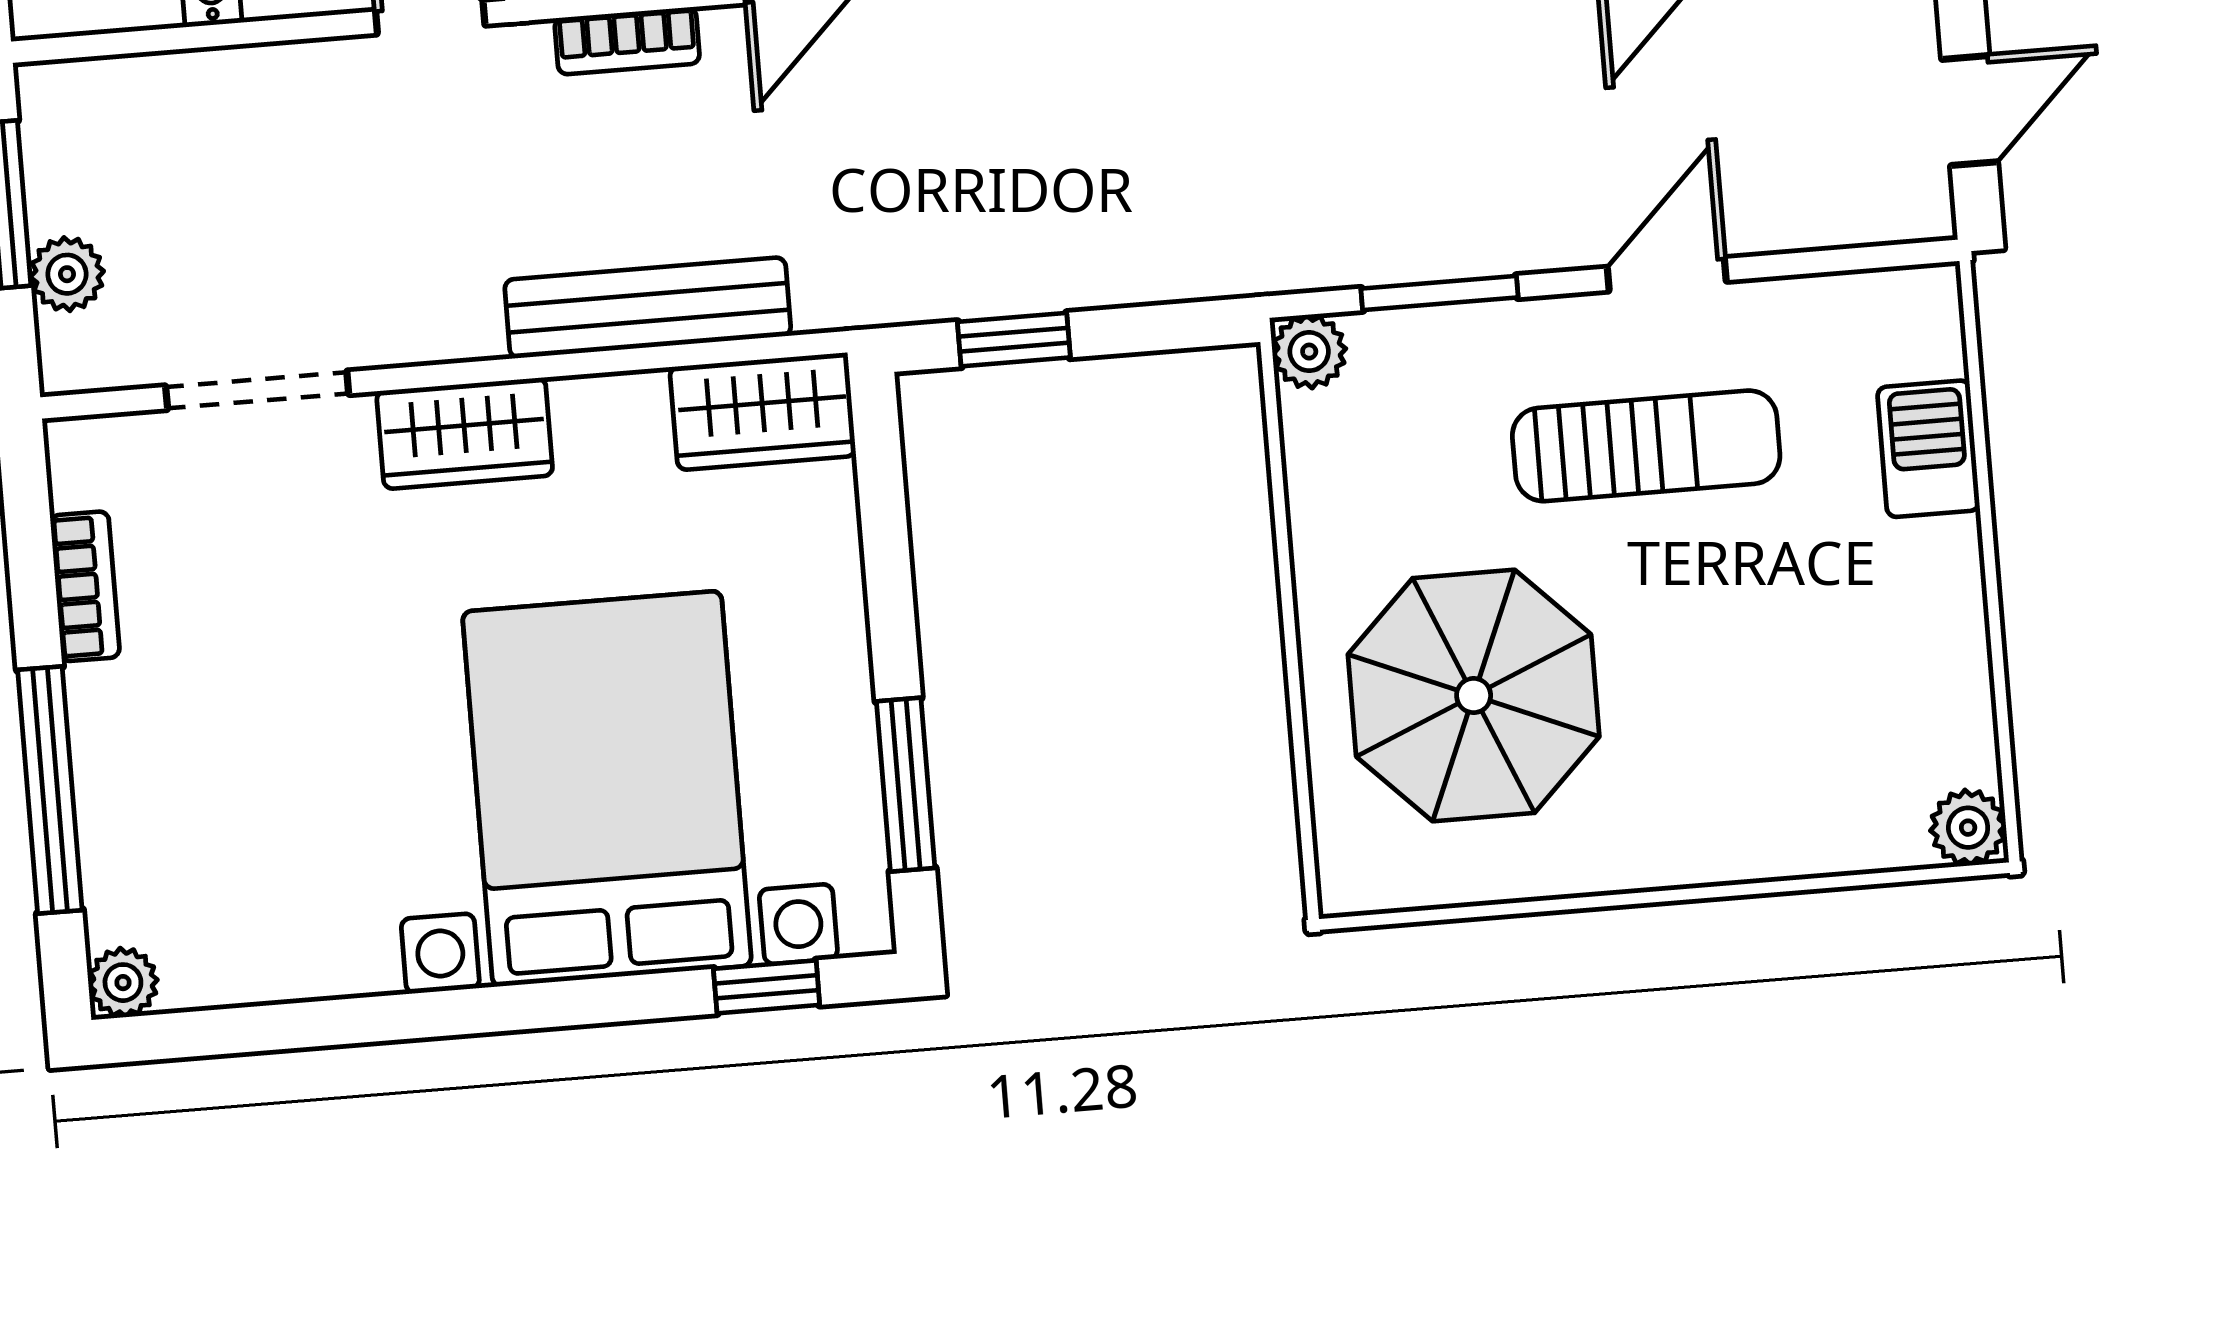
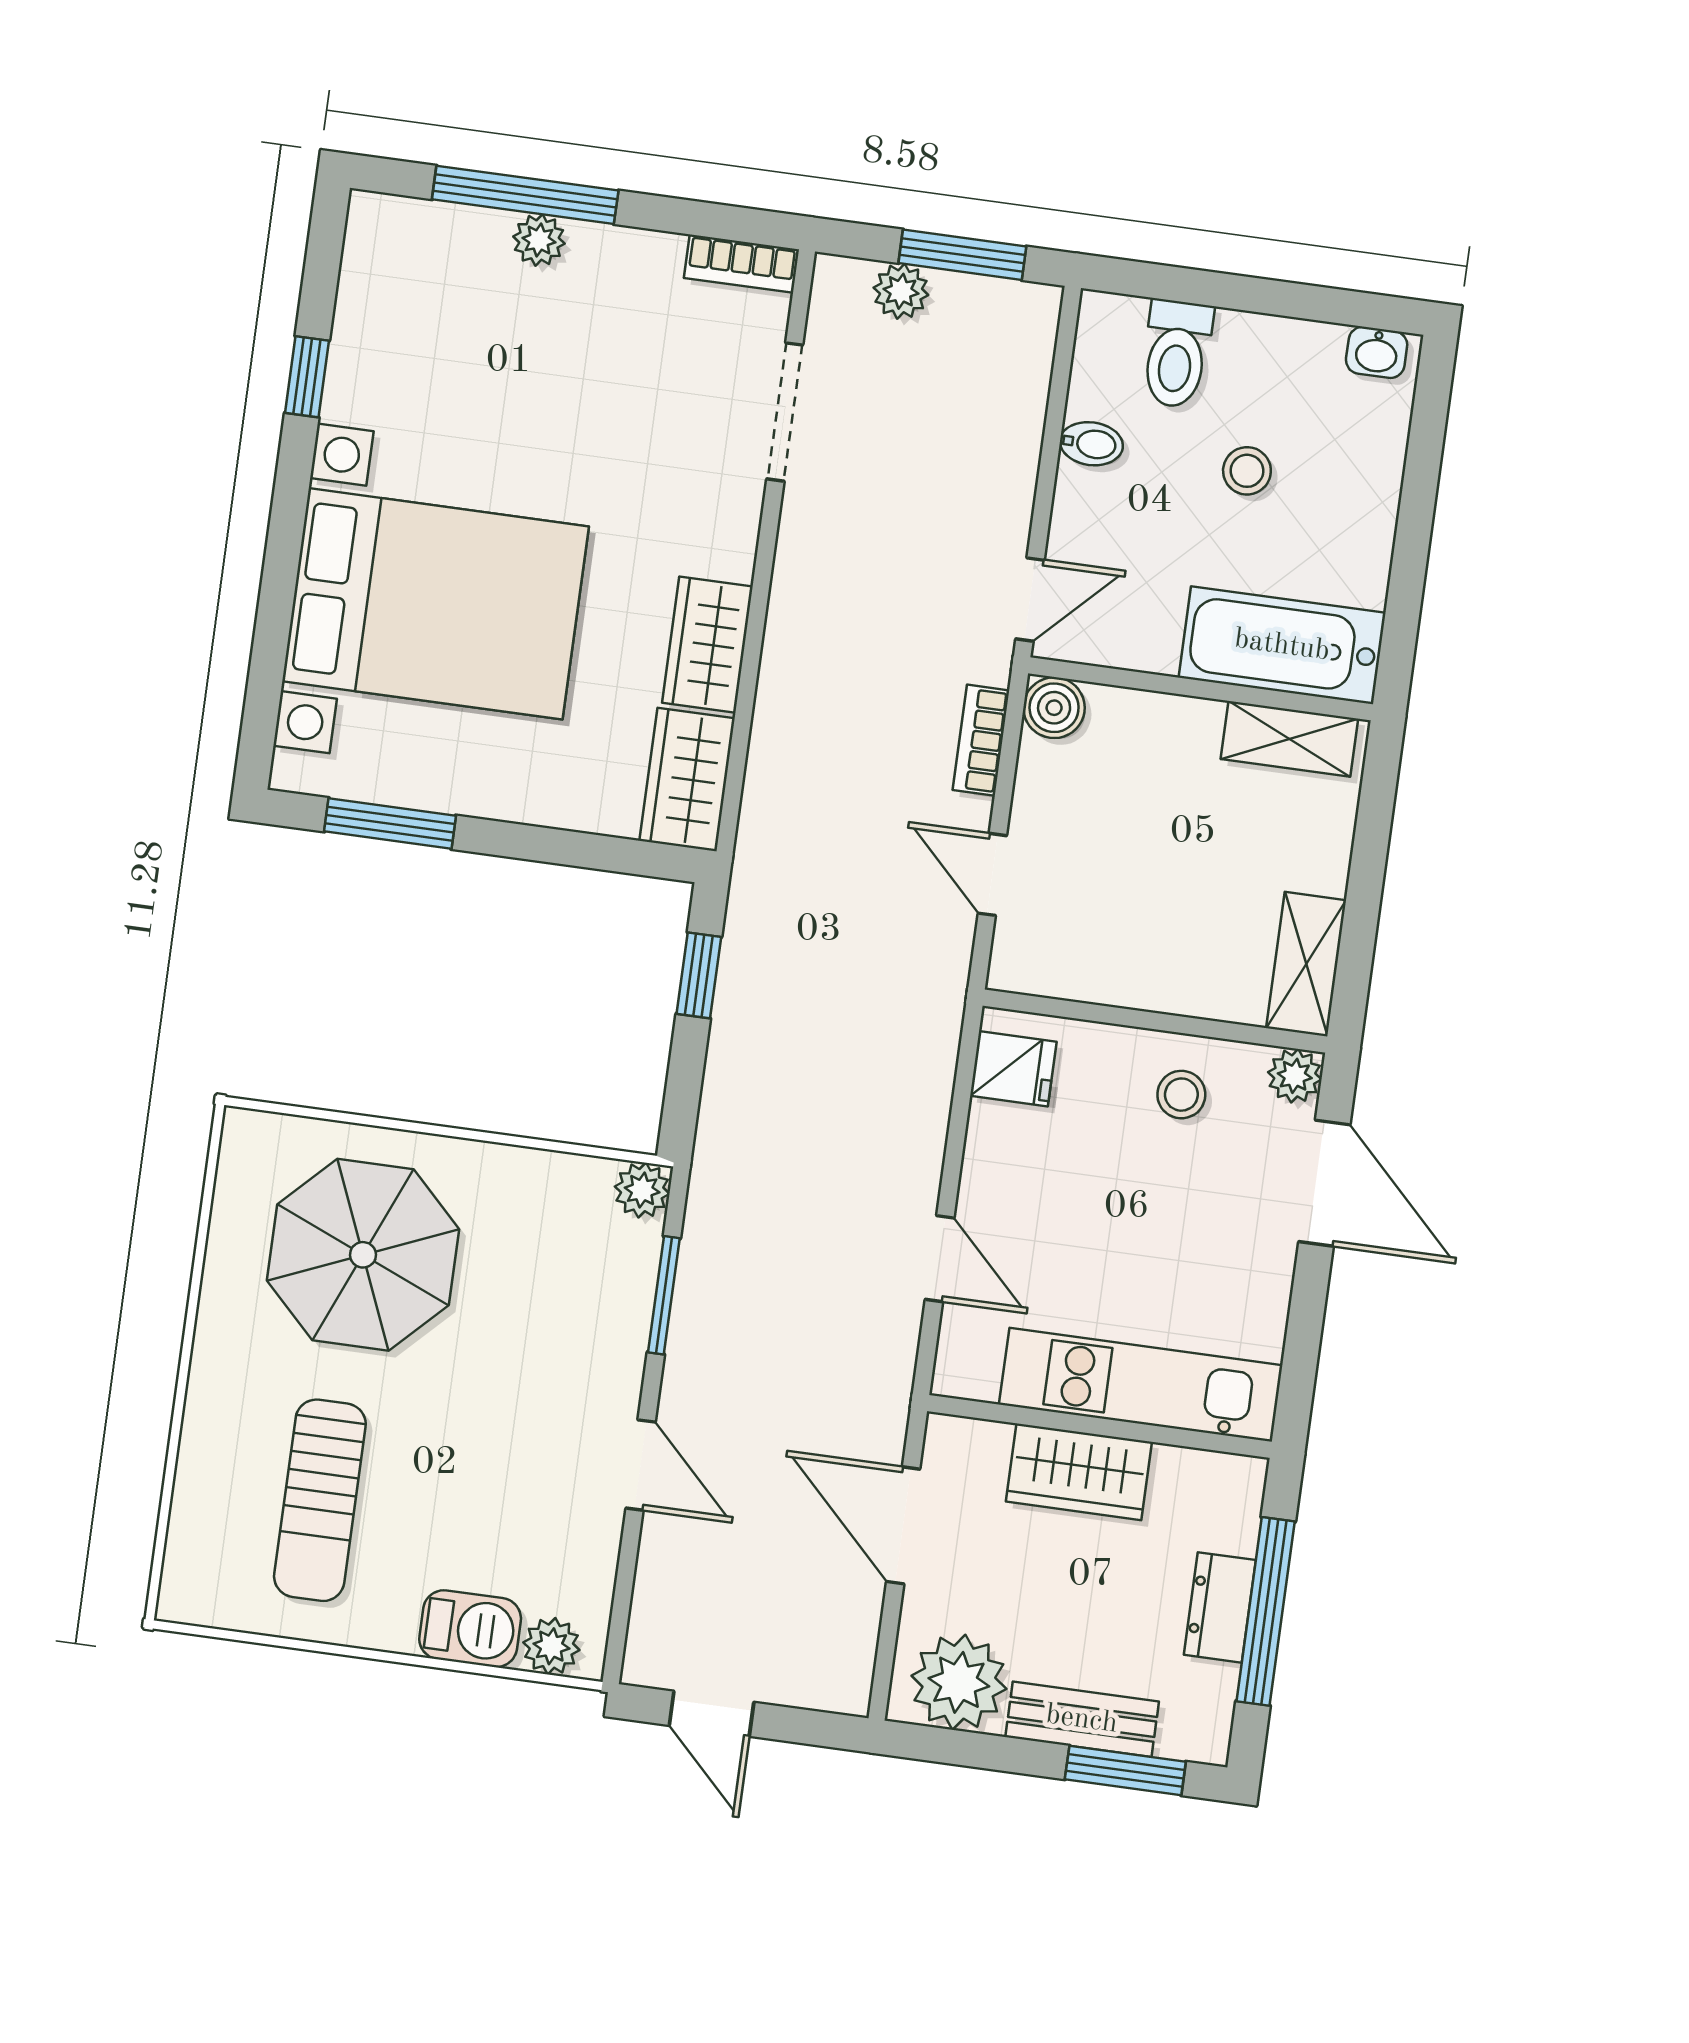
bench: (648, 308) -> (782, 712), removed
wardrobe: (465, 433) -> (707, 645), moved
sun lounger: (1646, 446) -> (320, 1500), moved
bookcase: (85, 586) -> (741, 264), moved
plant: (1968, 828) -> (551, 1646), moved
plant: (123, 983) -> (539, 240), moved
window: (767, 987) -> (307, 377), moved

